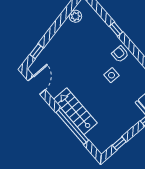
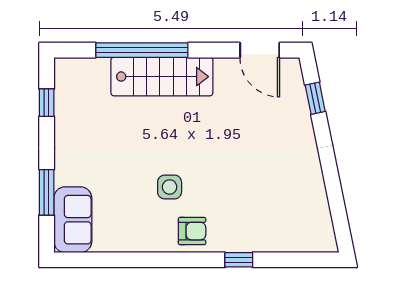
plant: (75, 16) -> (317, 212), removed

